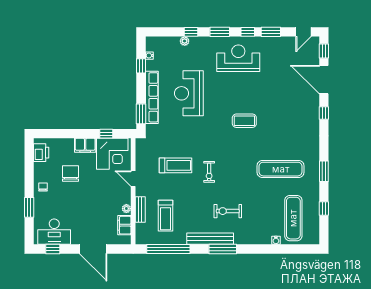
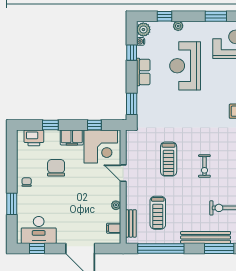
window: (191, 32) -> (165, 16), moved
plant: (152, 44) -> (143, 30), added
reception desk: (189, 93) -> (185, 66), moved
row of seats: (152, 97) -> (143, 72), width x0.50
window: (65, 134) -> (50, 125), added
printer: (41, 153) -> (34, 138), moved, turned 90
treadmill: (176, 165) -> (169, 159), turned 90
bench: (140, 210) -> (131, 223), moved
filing cabinet: (124, 225) -> (114, 228), width x0.50

